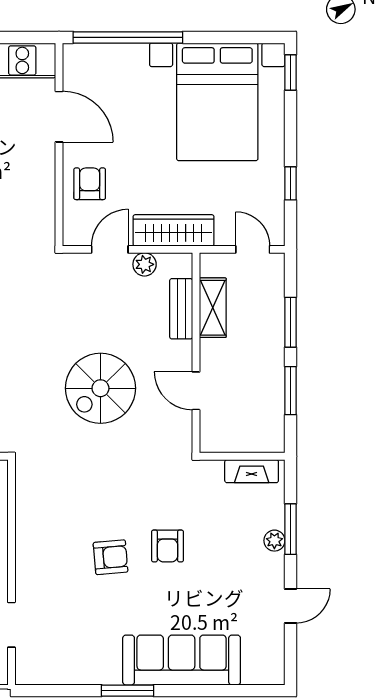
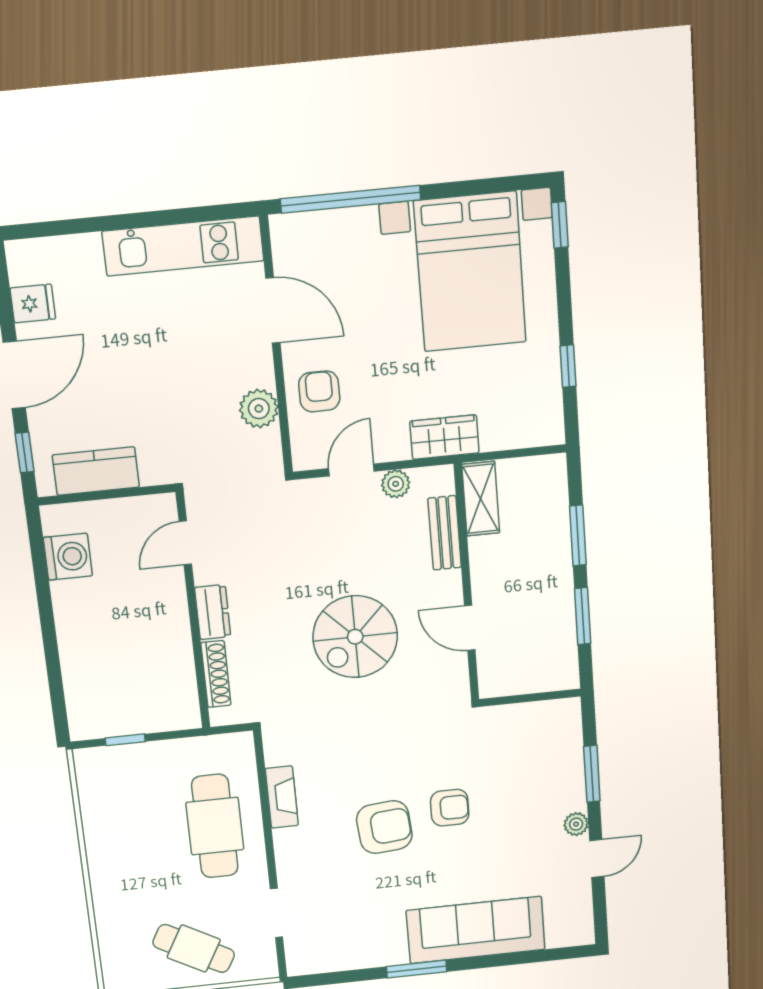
plant: (40, 193) -> (259, 409), added
wardrobe: (173, 230) -> (444, 437), width x0.67
door: (253, 249) -> (527, 452), removed
shelving: (213, 308) -> (481, 499), moved
fireplace: (252, 471) -> (282, 797), moved, turned -90
plant: (274, 541) -> (576, 824), moved
armchair: (167, 546) -> (450, 808), turned -90
armchair: (111, 557) -> (384, 827), width x1.38, depth x1.38

